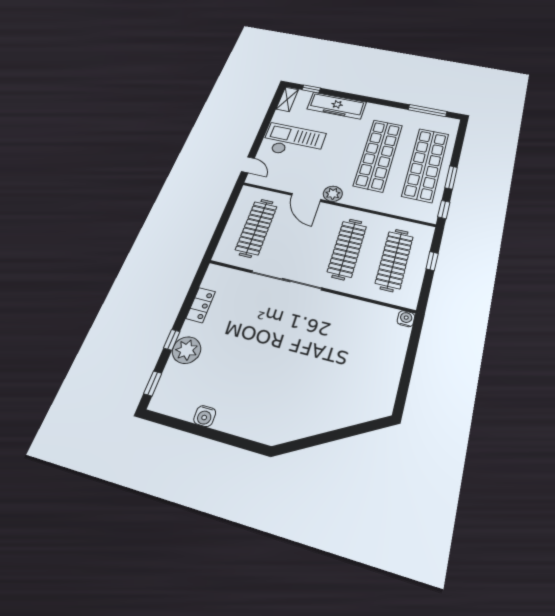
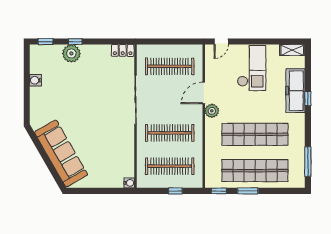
window: (311, 89) -> (308, 98), moved
locker: (201, 305) -> (123, 50), moved
sofa: (334, 408) -> (61, 153), added

